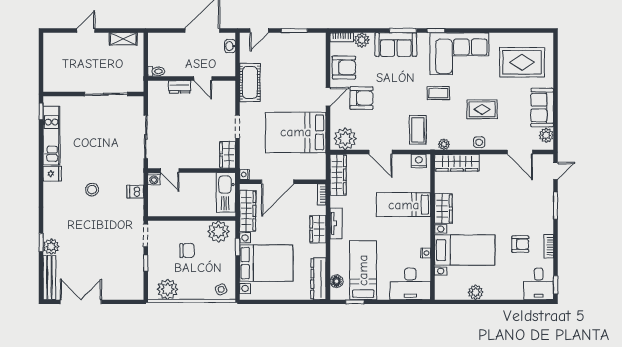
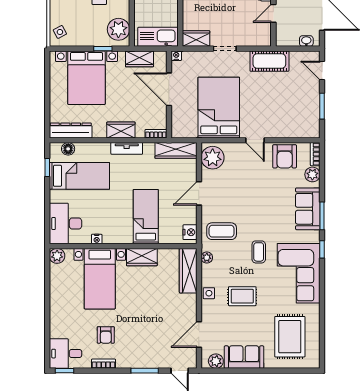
armchair: (362, 98) -> (254, 174), removed
rug: (482, 109) -> (242, 296), turned 90
wardrobe: (248, 211) -> (139, 59), width x0.67
plant: (476, 292) -> (57, 256), moved

